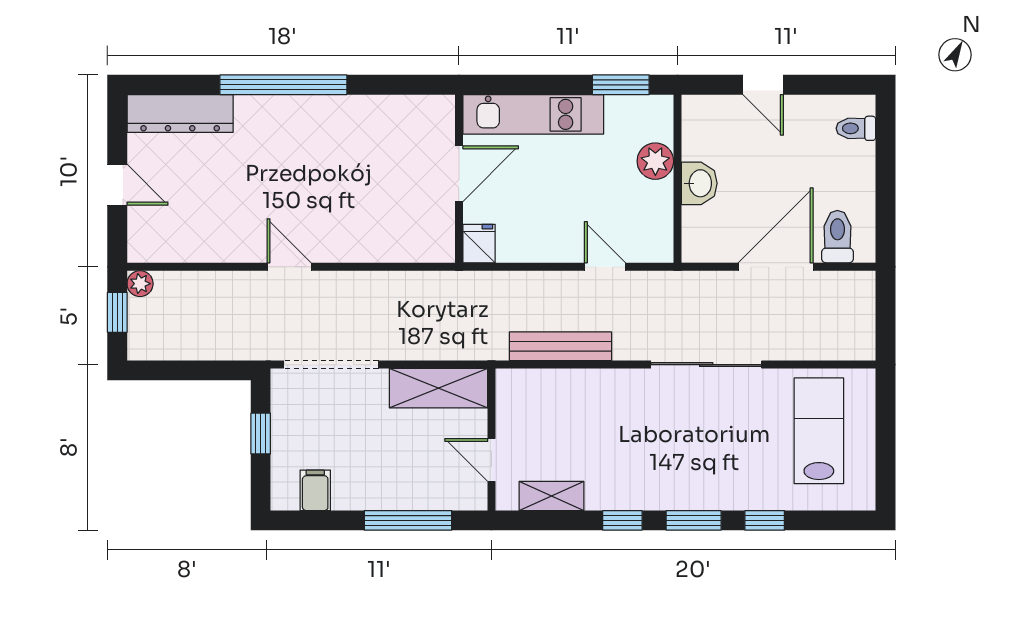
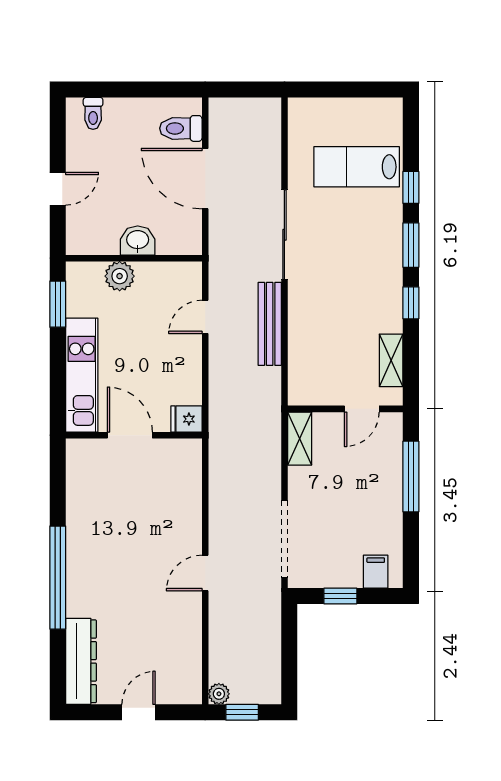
bench: (560, 346) -> (270, 324), moved
shelving: (438, 388) -> (300, 439), width x0.67, depth x0.75
lab bench: (819, 431) -> (357, 167), moved
filing cabinet: (315, 490) -> (376, 572), moved, turned 90

